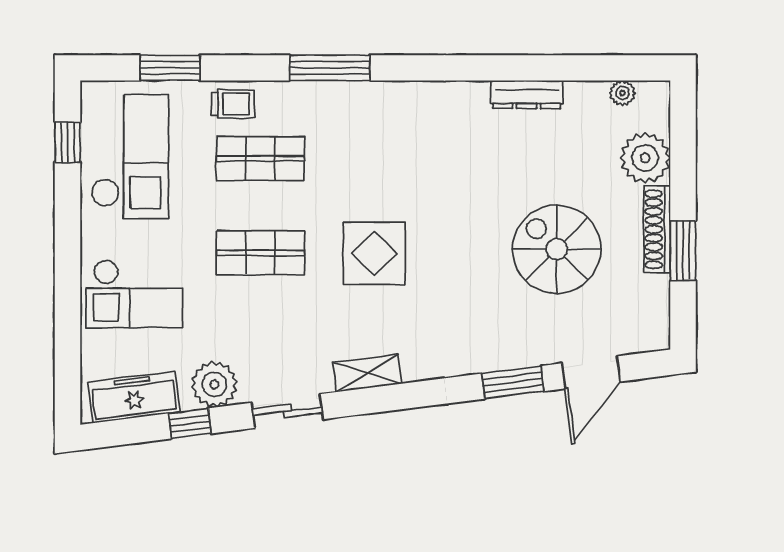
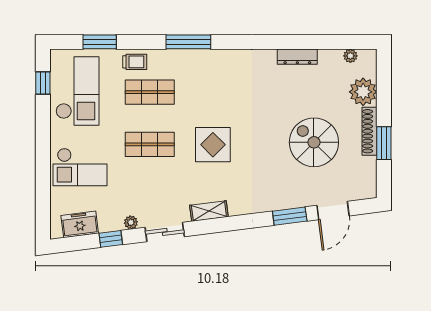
plant: (214, 384) -> (131, 222), width x0.53, depth x0.53
freezer: (134, 397) -> (80, 224), width x0.71

